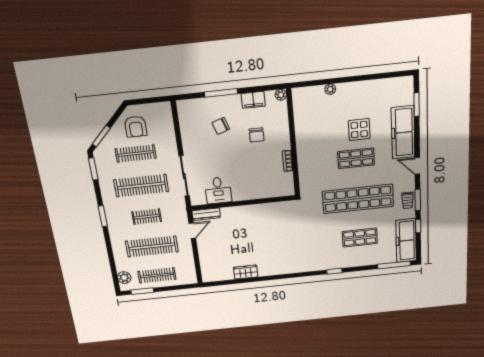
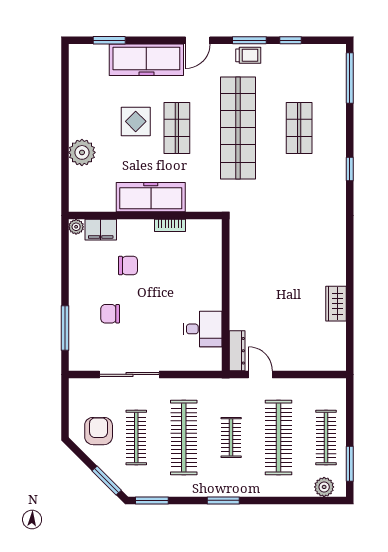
plant: (330, 89) -> (82, 152), width x1.88, depth x1.88
window: (221, 93) -> (65, 328), moved
filing cabinet: (253, 100) -> (101, 230), moved, turned 90
chair: (221, 126) -> (110, 314), turned 109
armchair: (136, 127) -> (99, 431), turned -90
sliding door: (184, 176) -> (129, 374), moved
freezer: (406, 241) -> (151, 197), moved, turned 180

